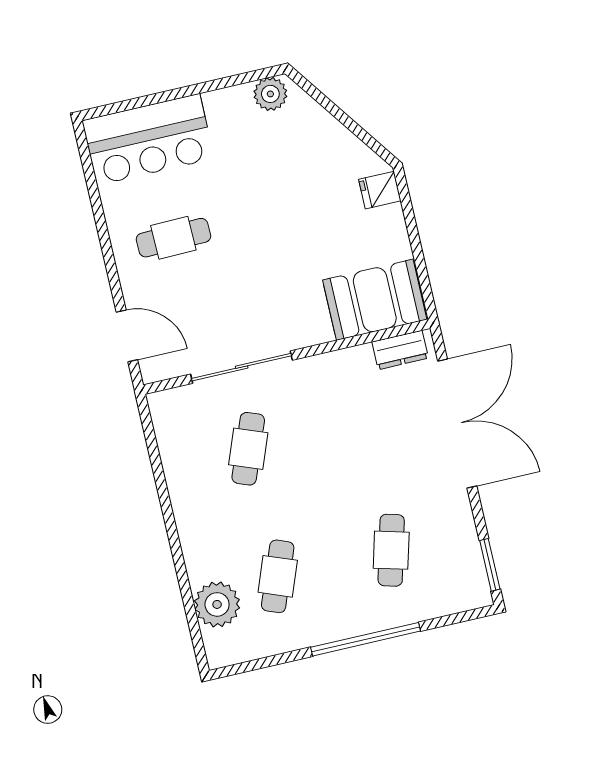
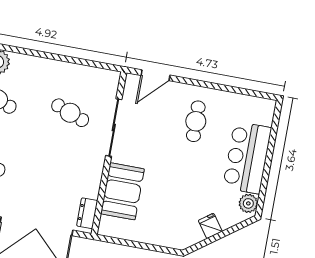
bar counter: (148, 139) -> (247, 158), moved
fridge: (380, 190) -> (210, 226), moved, turned -36
booth: (375, 300) -> (122, 191), moved

